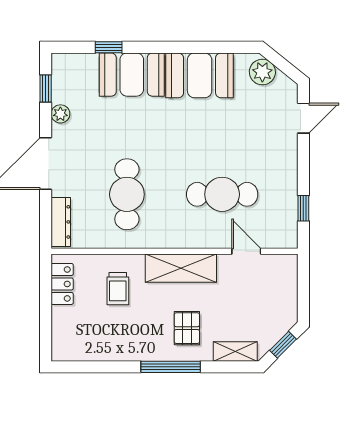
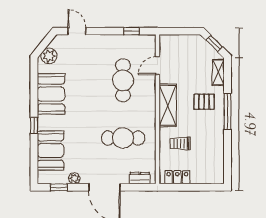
window: (109, 47) -> (34, 126), moved
booth: (132, 75) -> (50, 151), moved
dresser: (61, 222) -> (140, 178), width x0.70
trolley: (118, 289) -> (180, 144), turned 180

